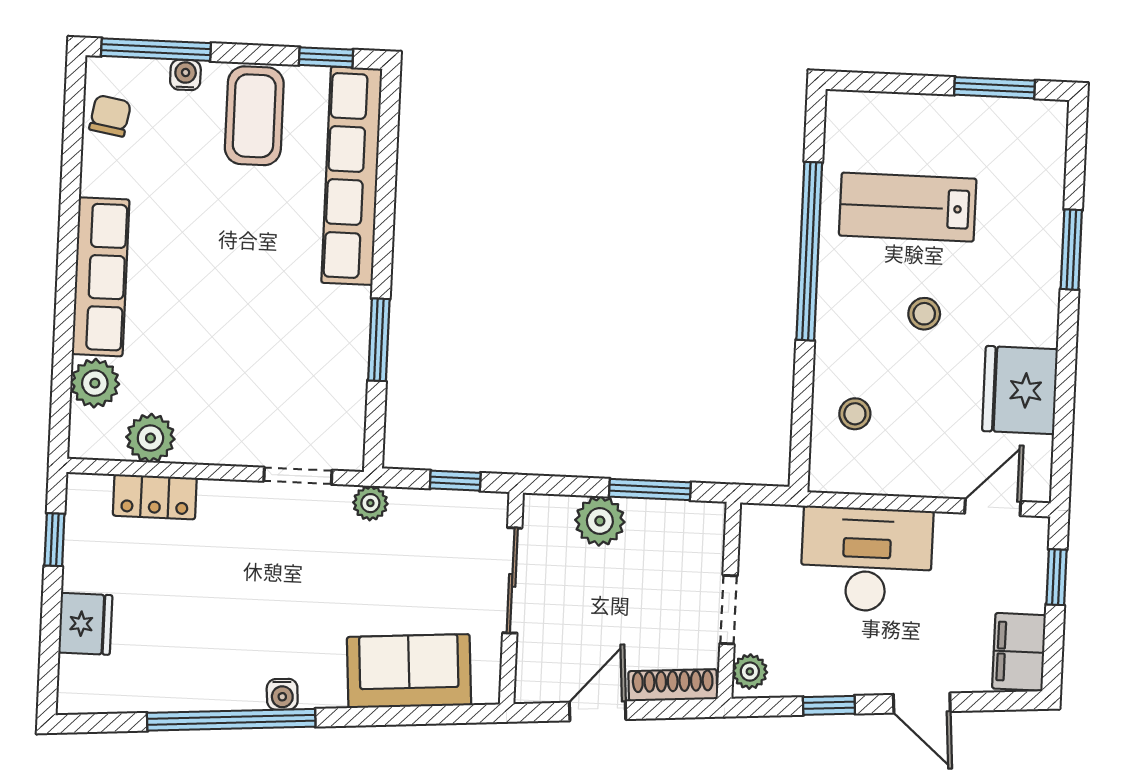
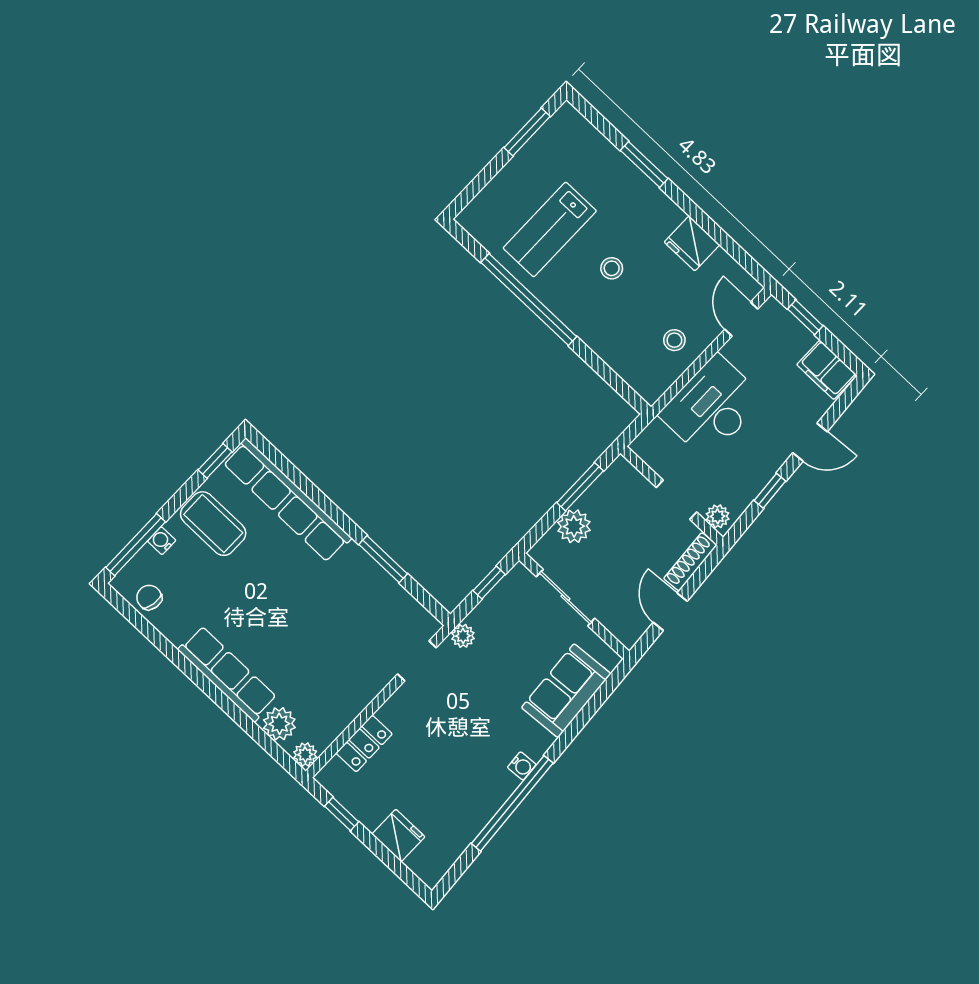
fridge: (1020, 390) -> (692, 243), width x0.73, depth x0.75
stool: (855, 414) -> (674, 340), moved
plant: (150, 438) -> (305, 755), moved, width x0.73, depth x0.73

